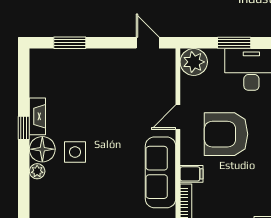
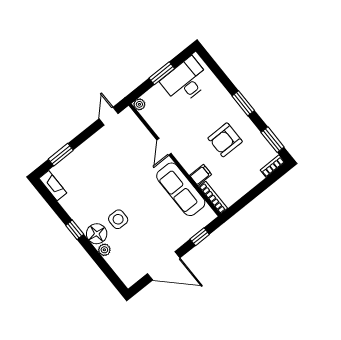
door: (148, 43) -> (109, 116), hinge flipped
plant: (194, 62) -> (139, 104), width x0.53, depth x0.53
fireplace: (37, 116) -> (53, 186), moved
armchair: (226, 134) -> (225, 140), moved, width x0.73, depth x0.73

